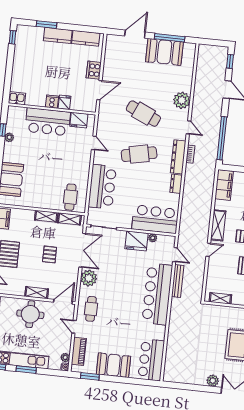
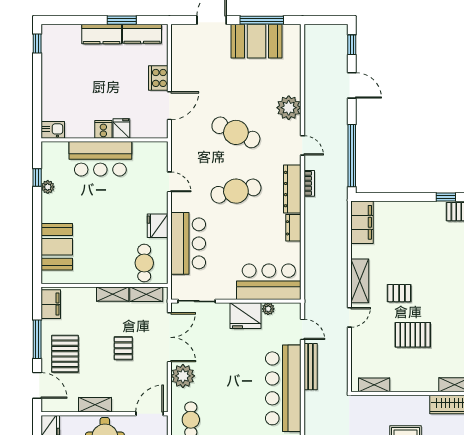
window: (47, 25) -> (122, 20), moved
fridge: (79, 120) -> (158, 226), moved, turned 90
shelving: (37, 293) -> (95, 405), moved

